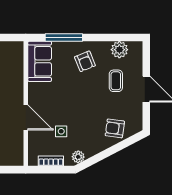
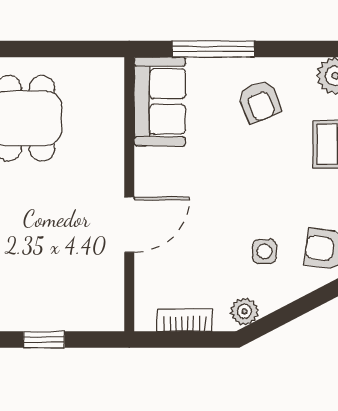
door: (26, 117) -> (129, 225), hinge flipped
side table: (61, 131) -> (264, 251), moved

